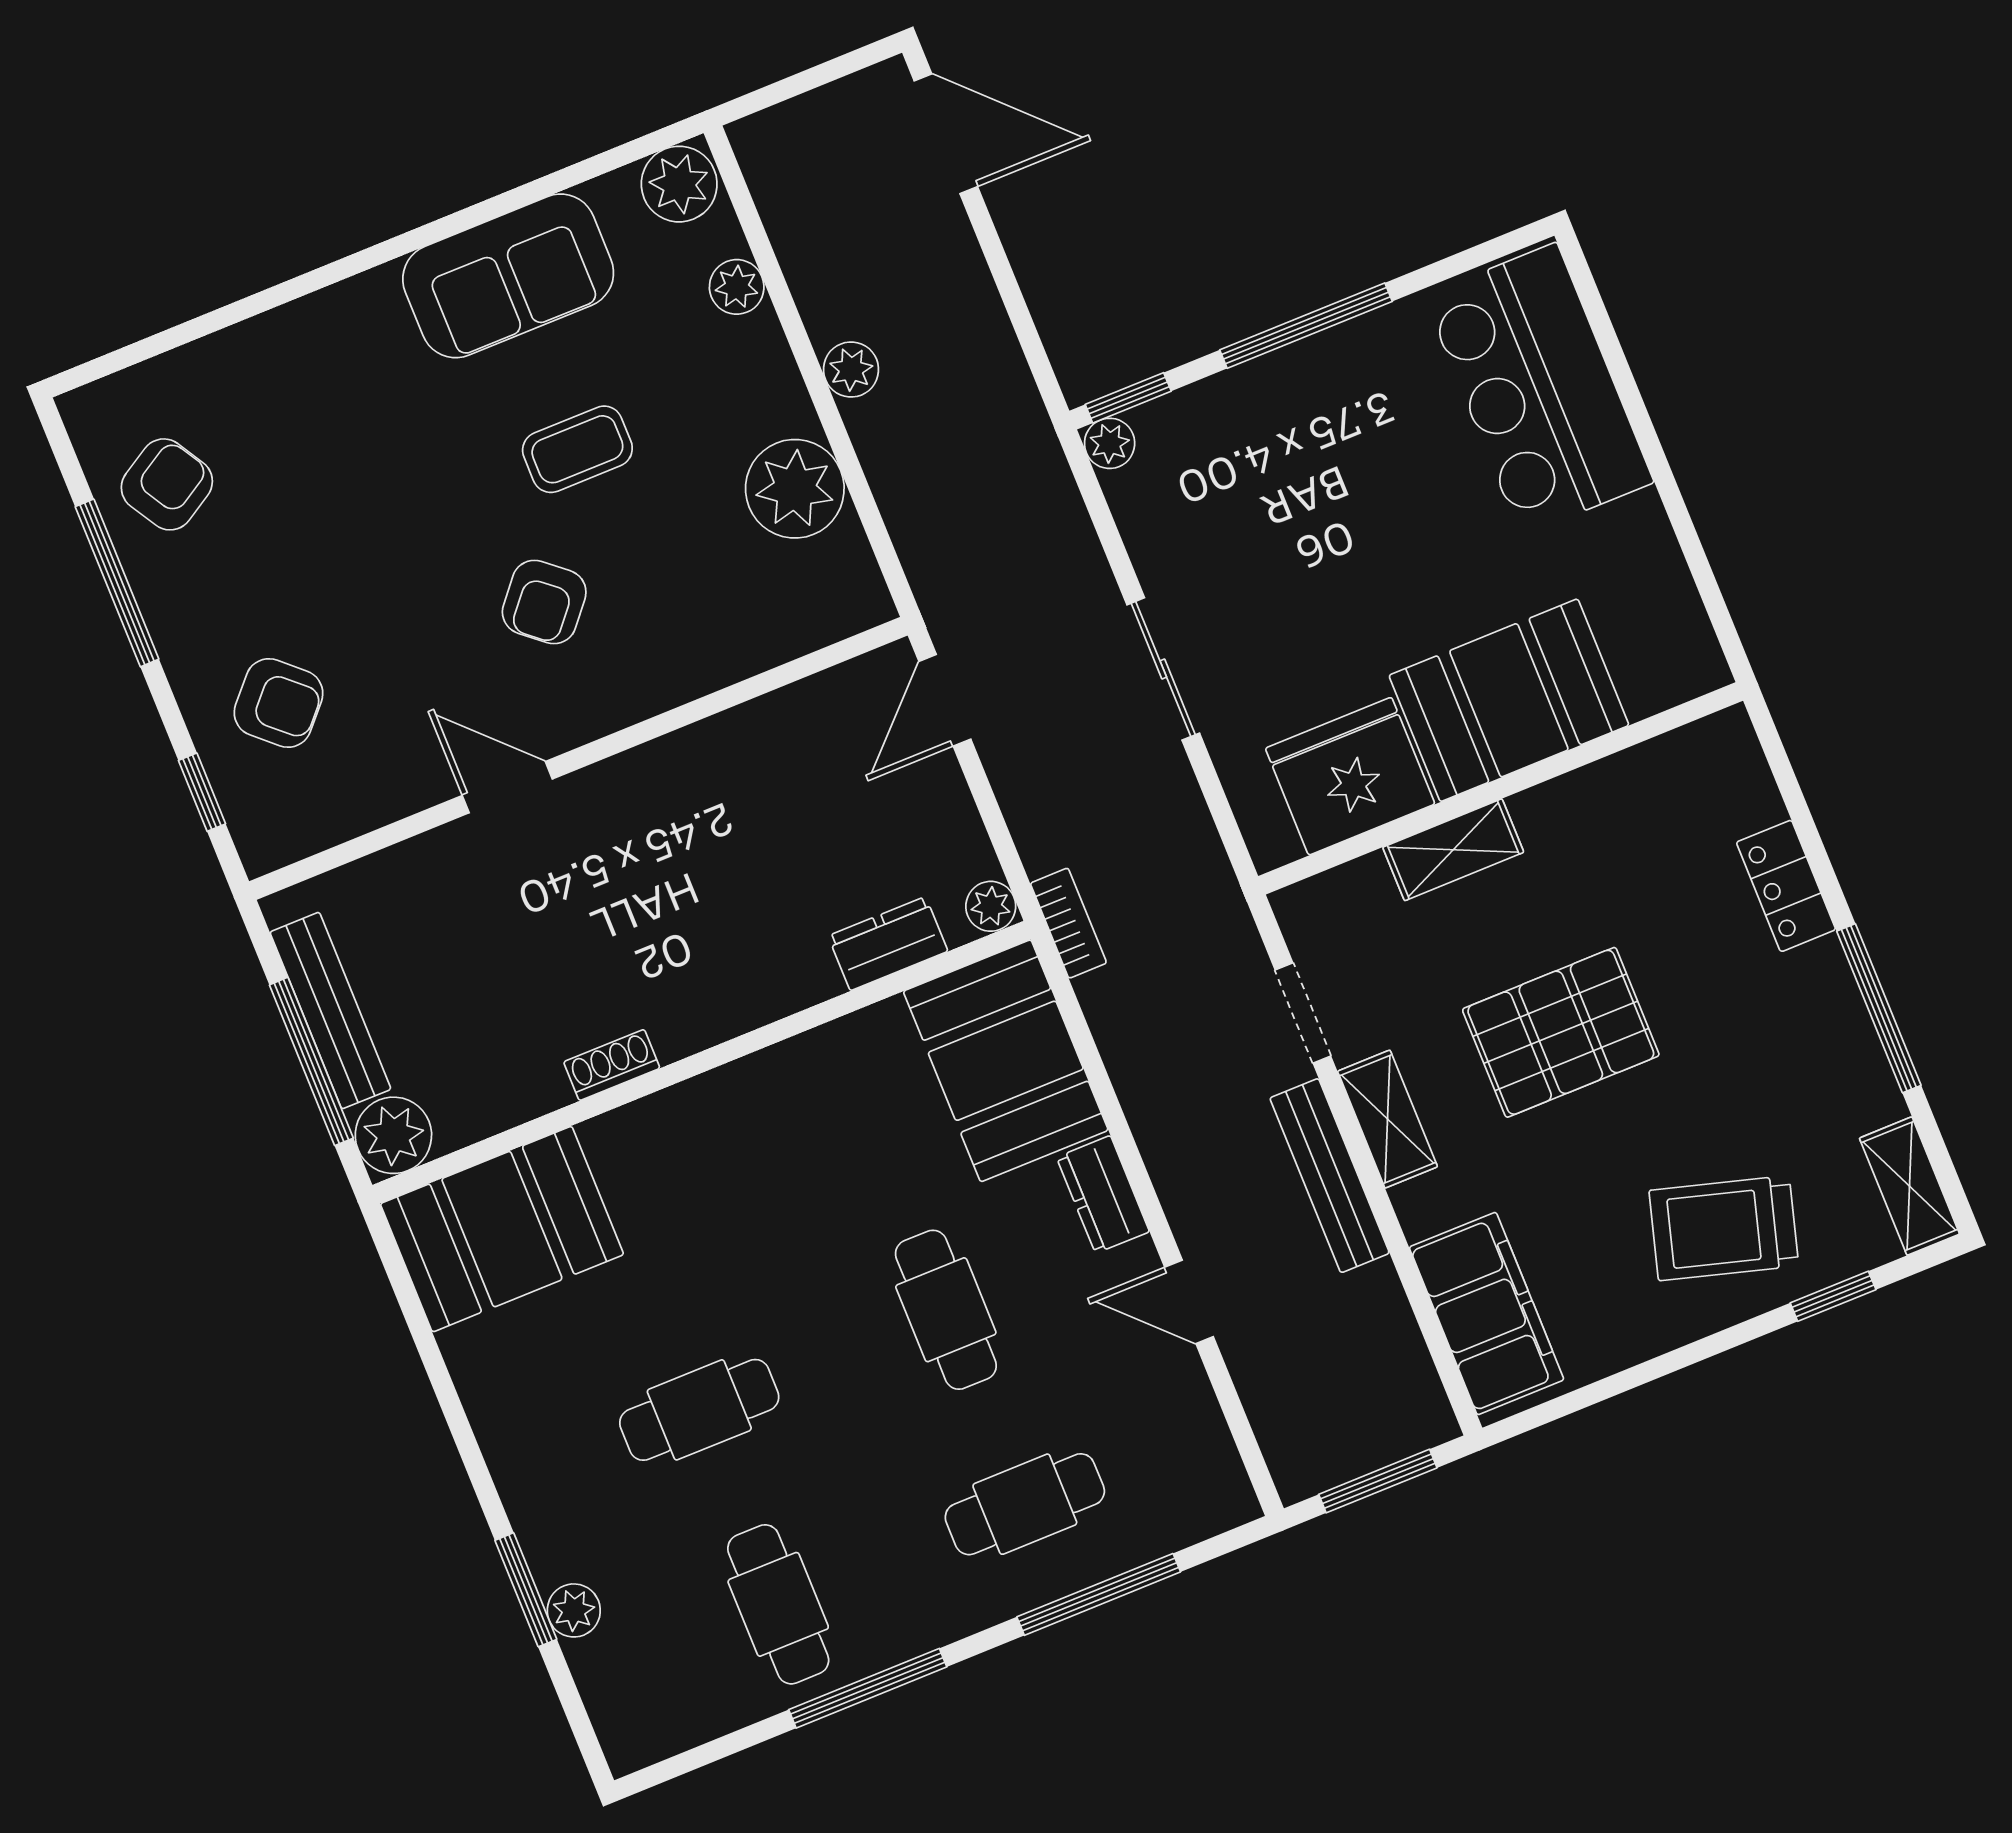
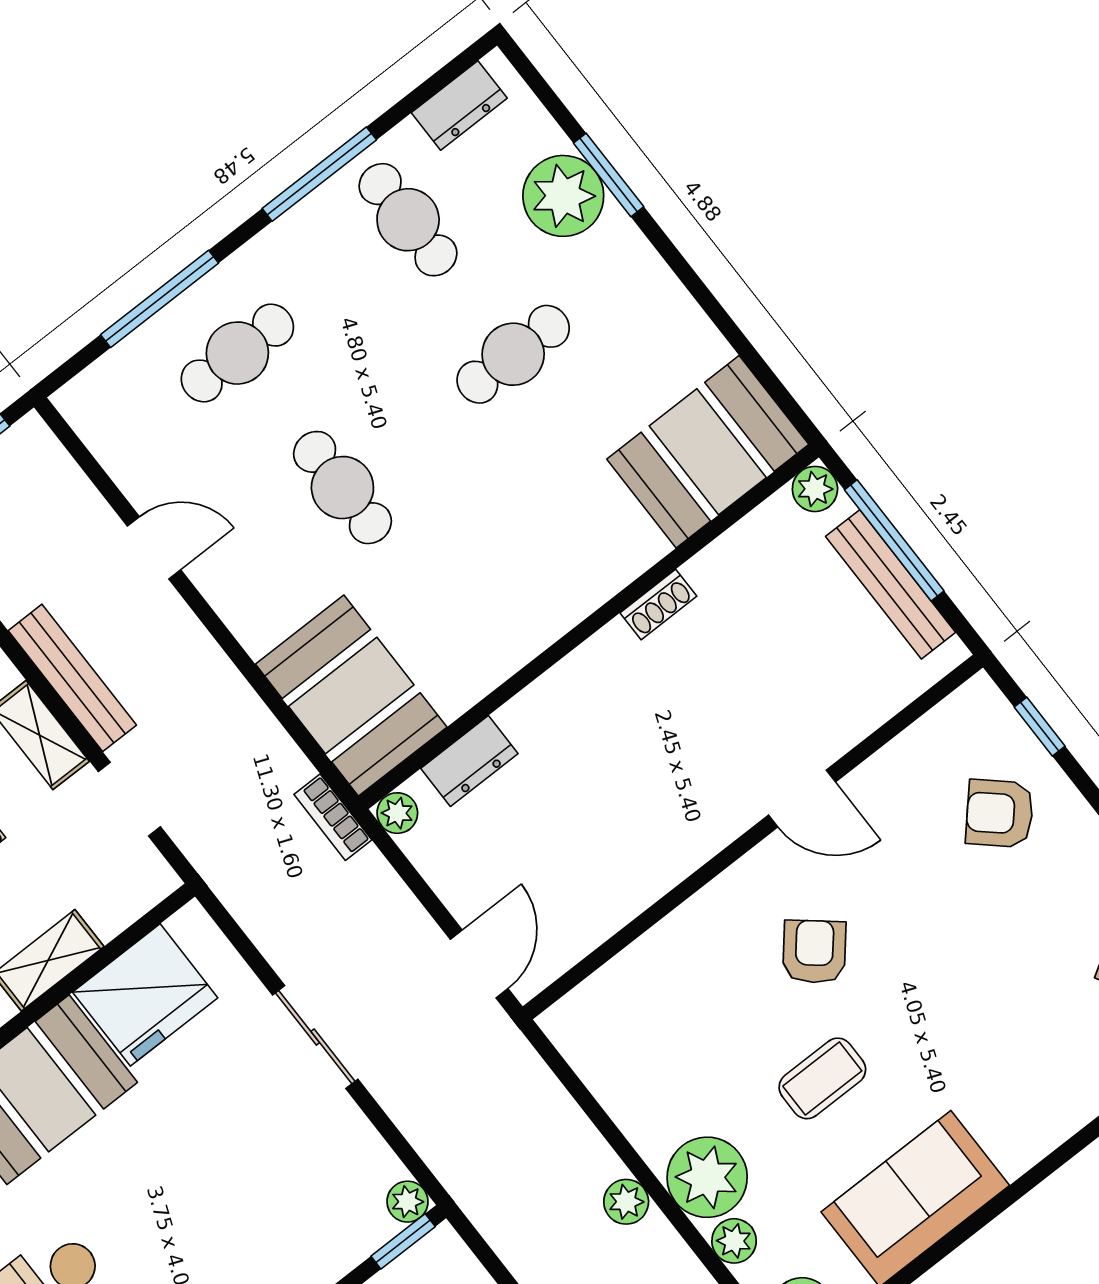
plant: (795, 489) -> (707, 1177), moved
plant: (393, 1135) -> (815, 489), width x0.73, depth x0.73
dresser: (1103, 1194) -> (459, 105), moved, turned 90
plant: (574, 1610) -> (563, 196), width x1.88, depth x1.88

